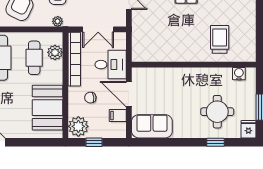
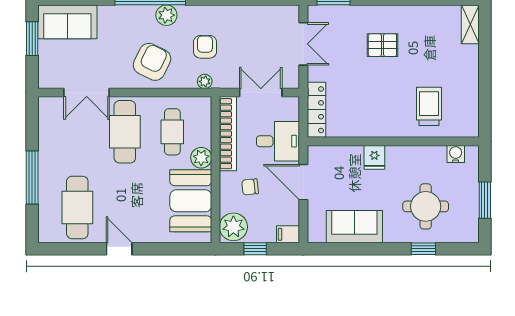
double door: (98, 29) -> (261, 93), swing flipped
locker: (138, 42) -> (316, 110), added
plant: (55, 52) -> (201, 158), moved
filing cabinet: (118, 115) -> (288, 234), moved
sofa: (152, 126) -> (354, 227), moved
fridge: (248, 129) -> (374, 157), moved, turned 180

